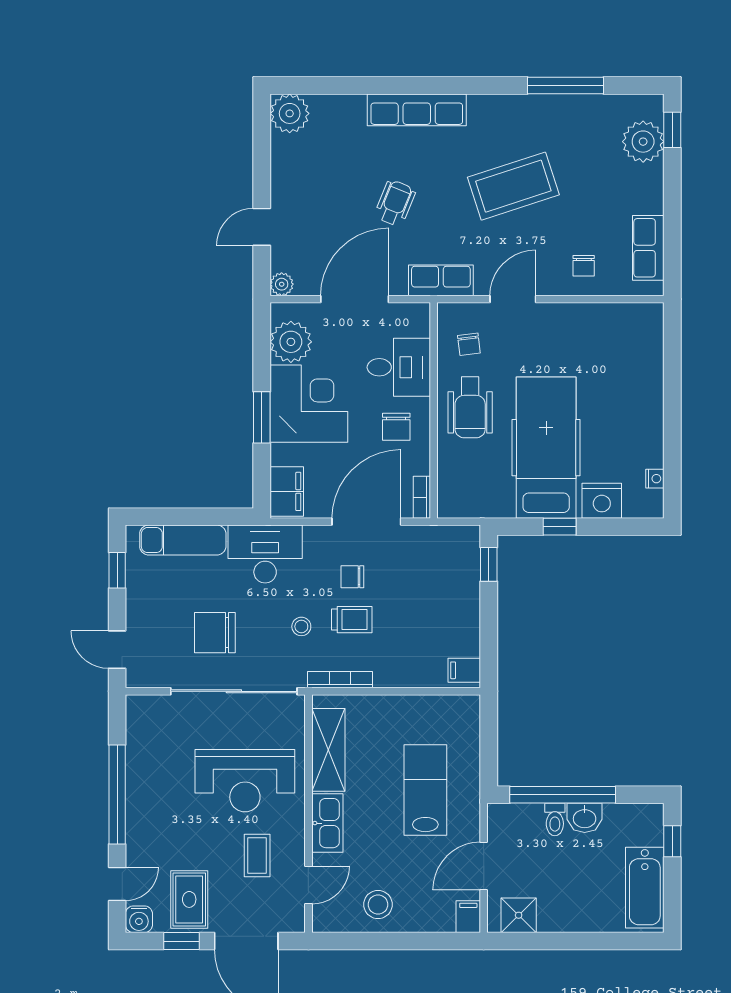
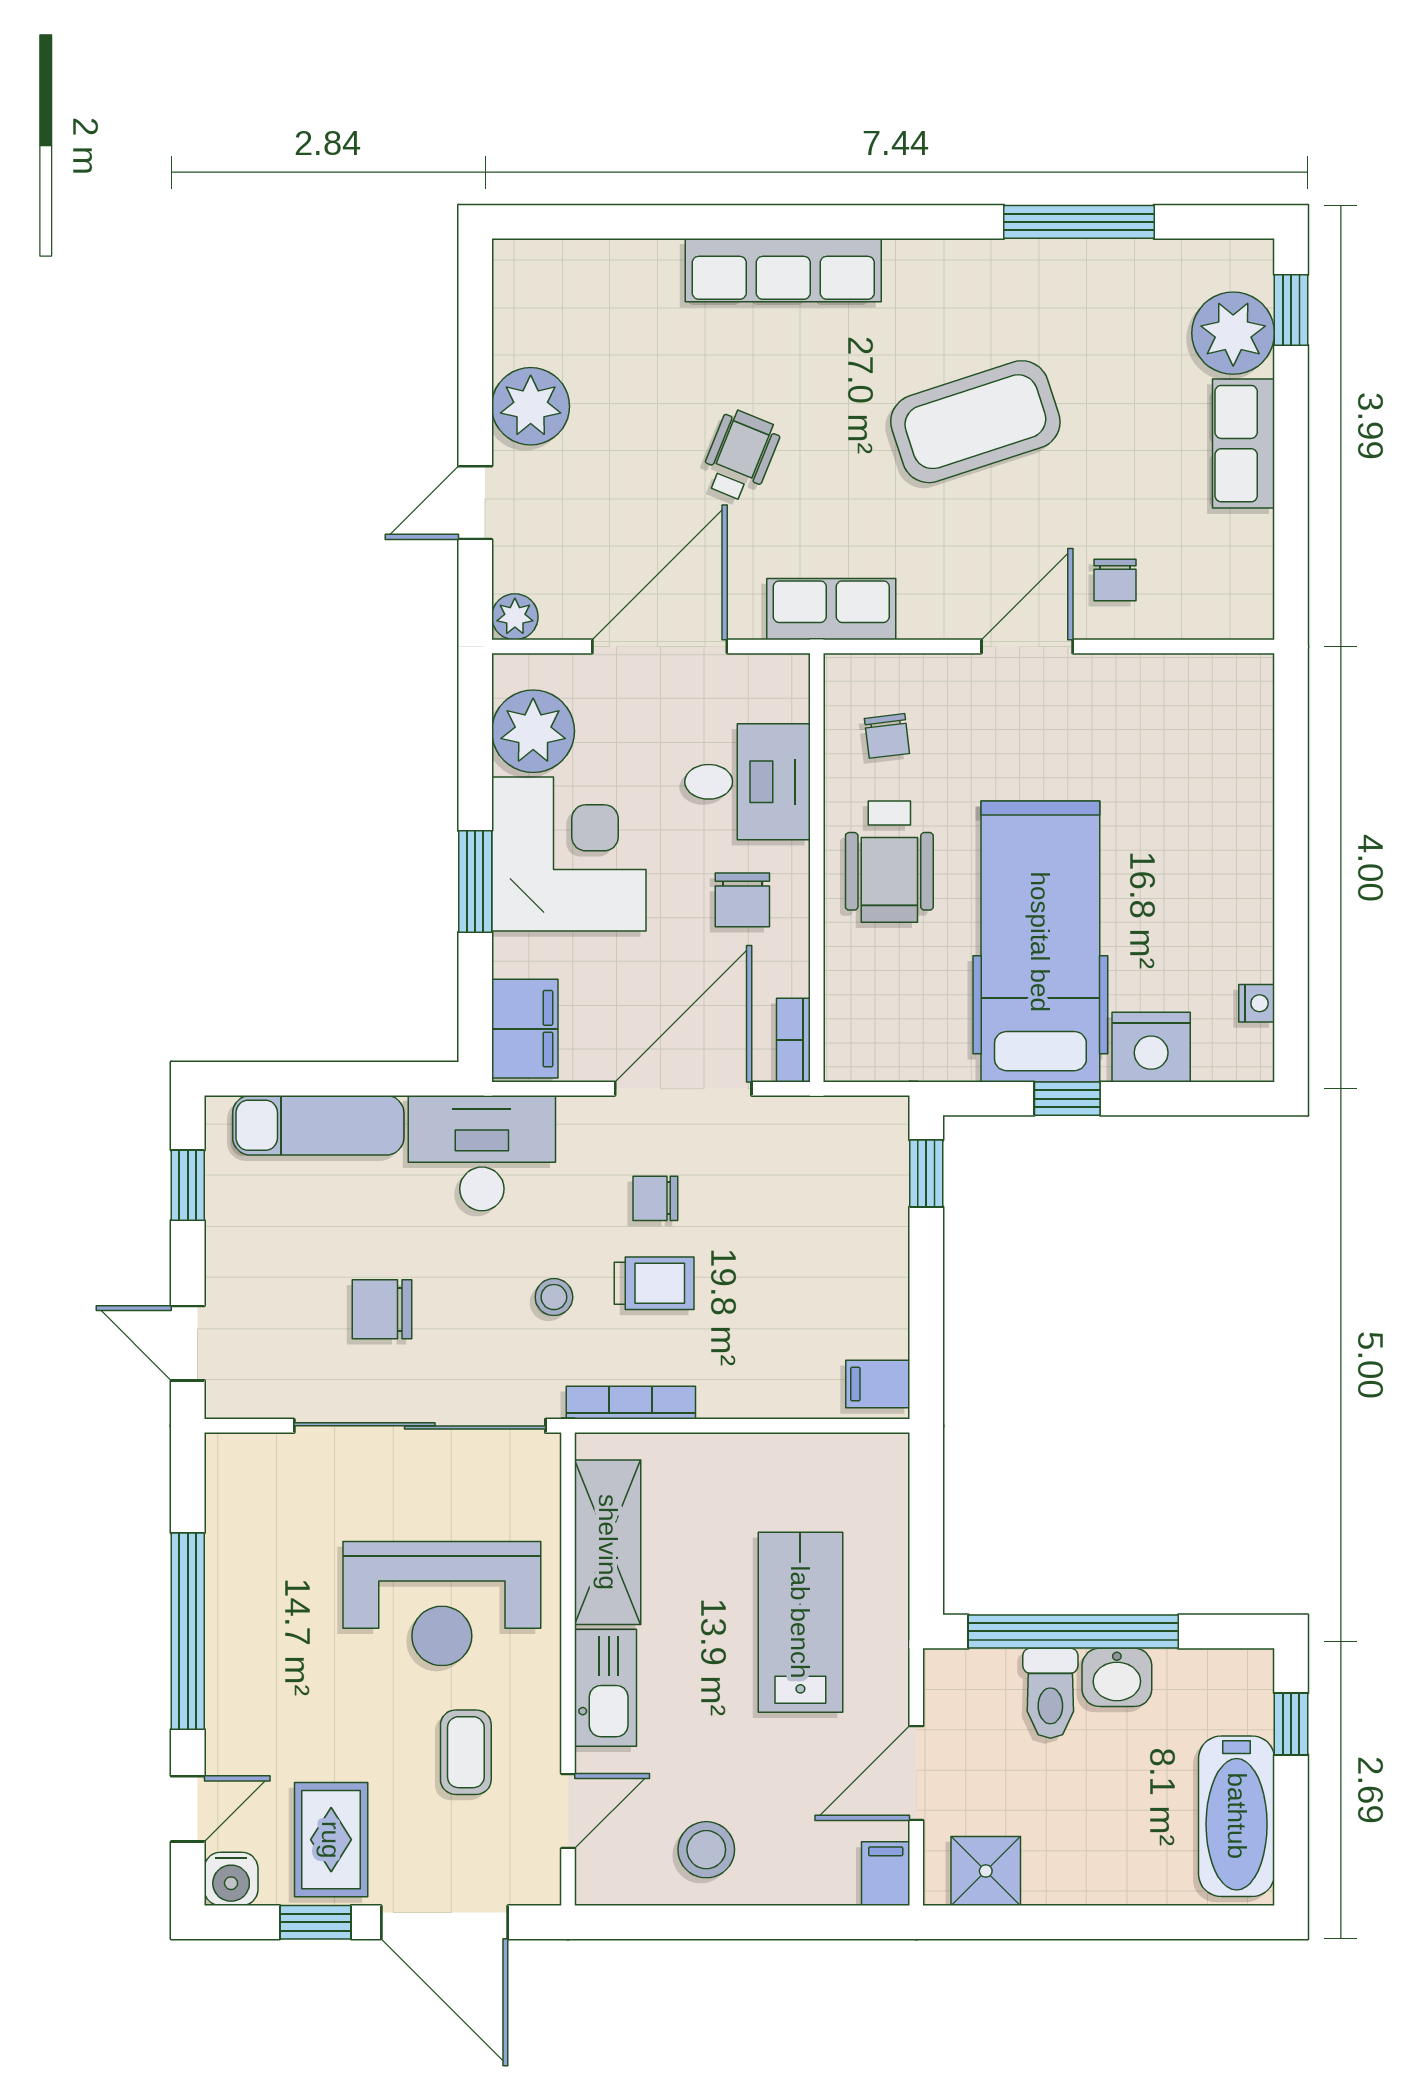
plant: (290, 113) -> (531, 406), moved
row of seats: (648, 248) -> (1244, 444), moved
door: (513, 299) -> (1027, 646), moved
chair: (215, 633) -> (382, 1309), width x0.73, depth x0.73
toilet: (555, 819) -> (1050, 1693), width x1.37, depth x1.39

